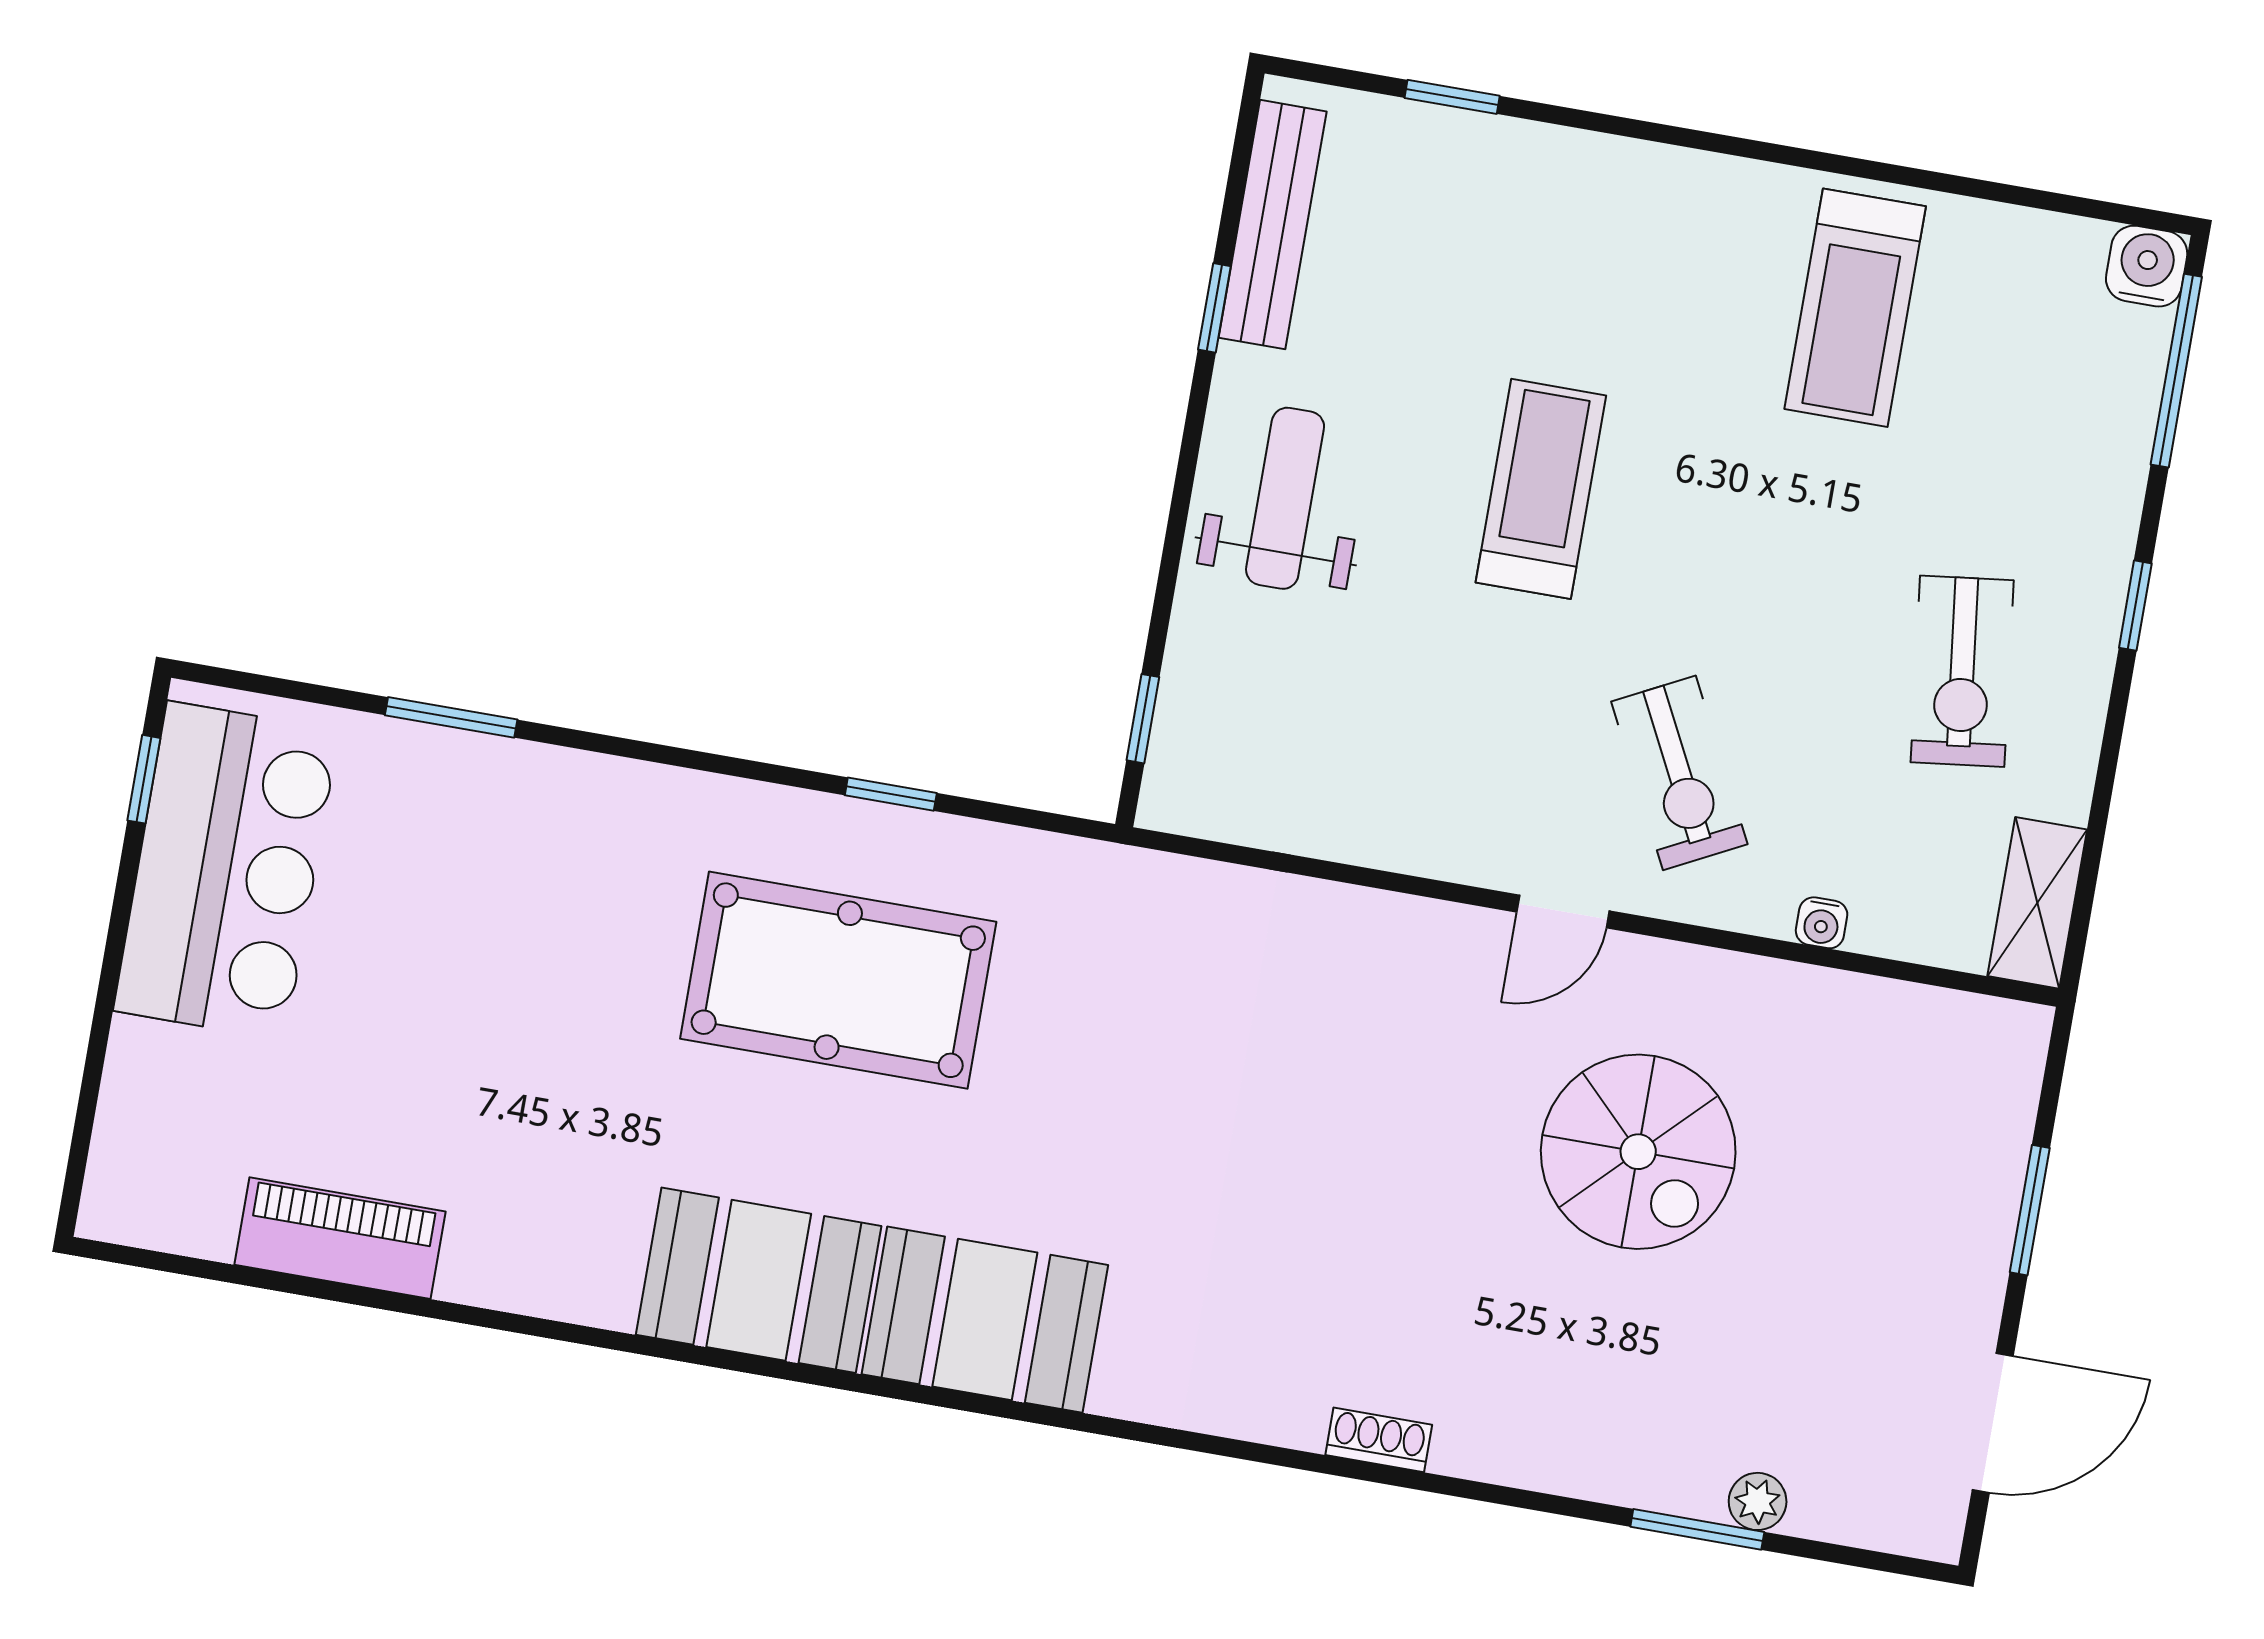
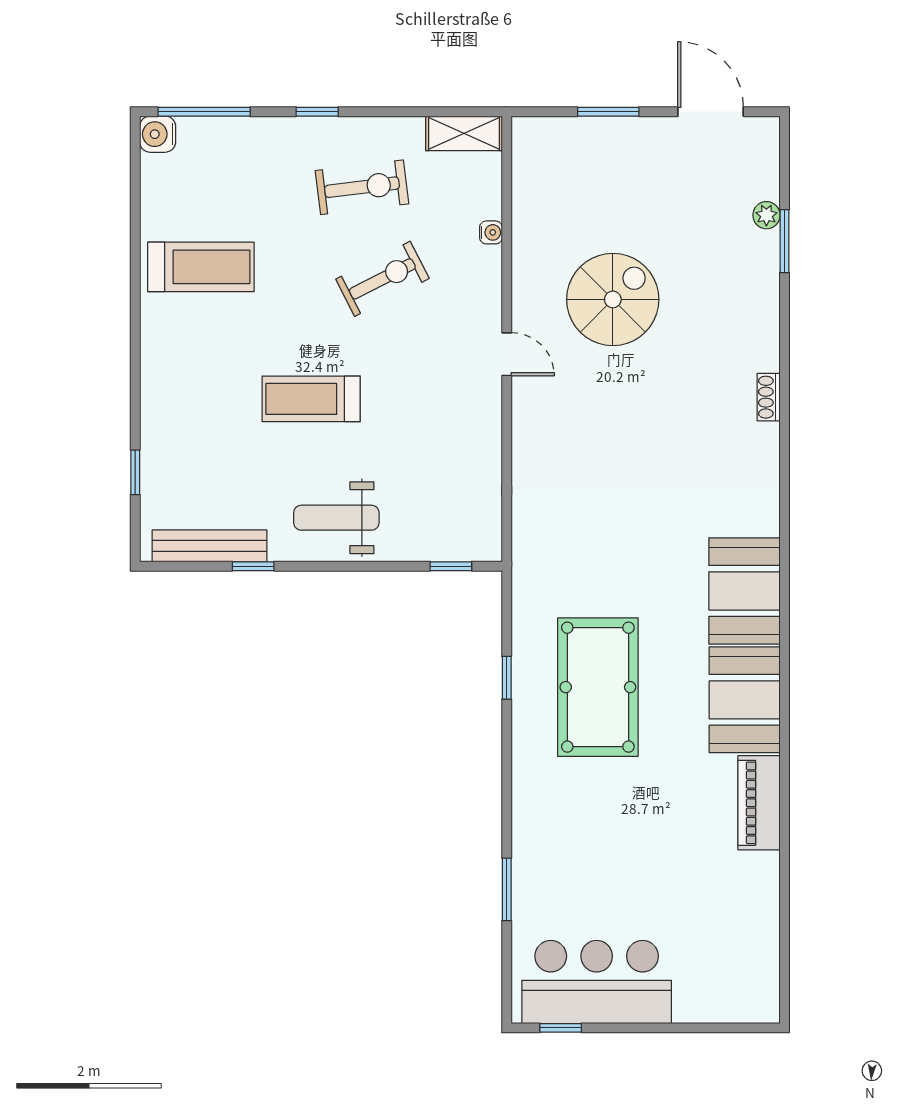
exercise bike: (1679, 773) -> (382, 279), moved
piano: (340, 1238) -> (759, 803), moved

